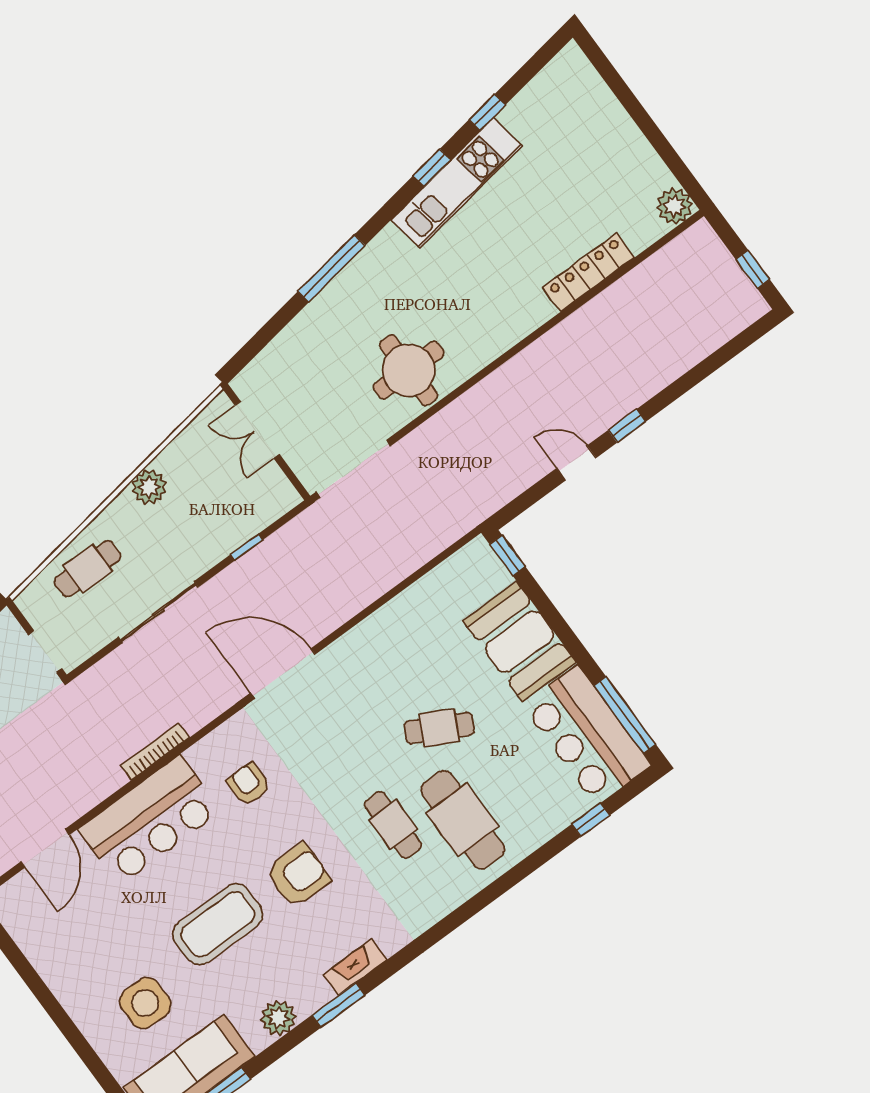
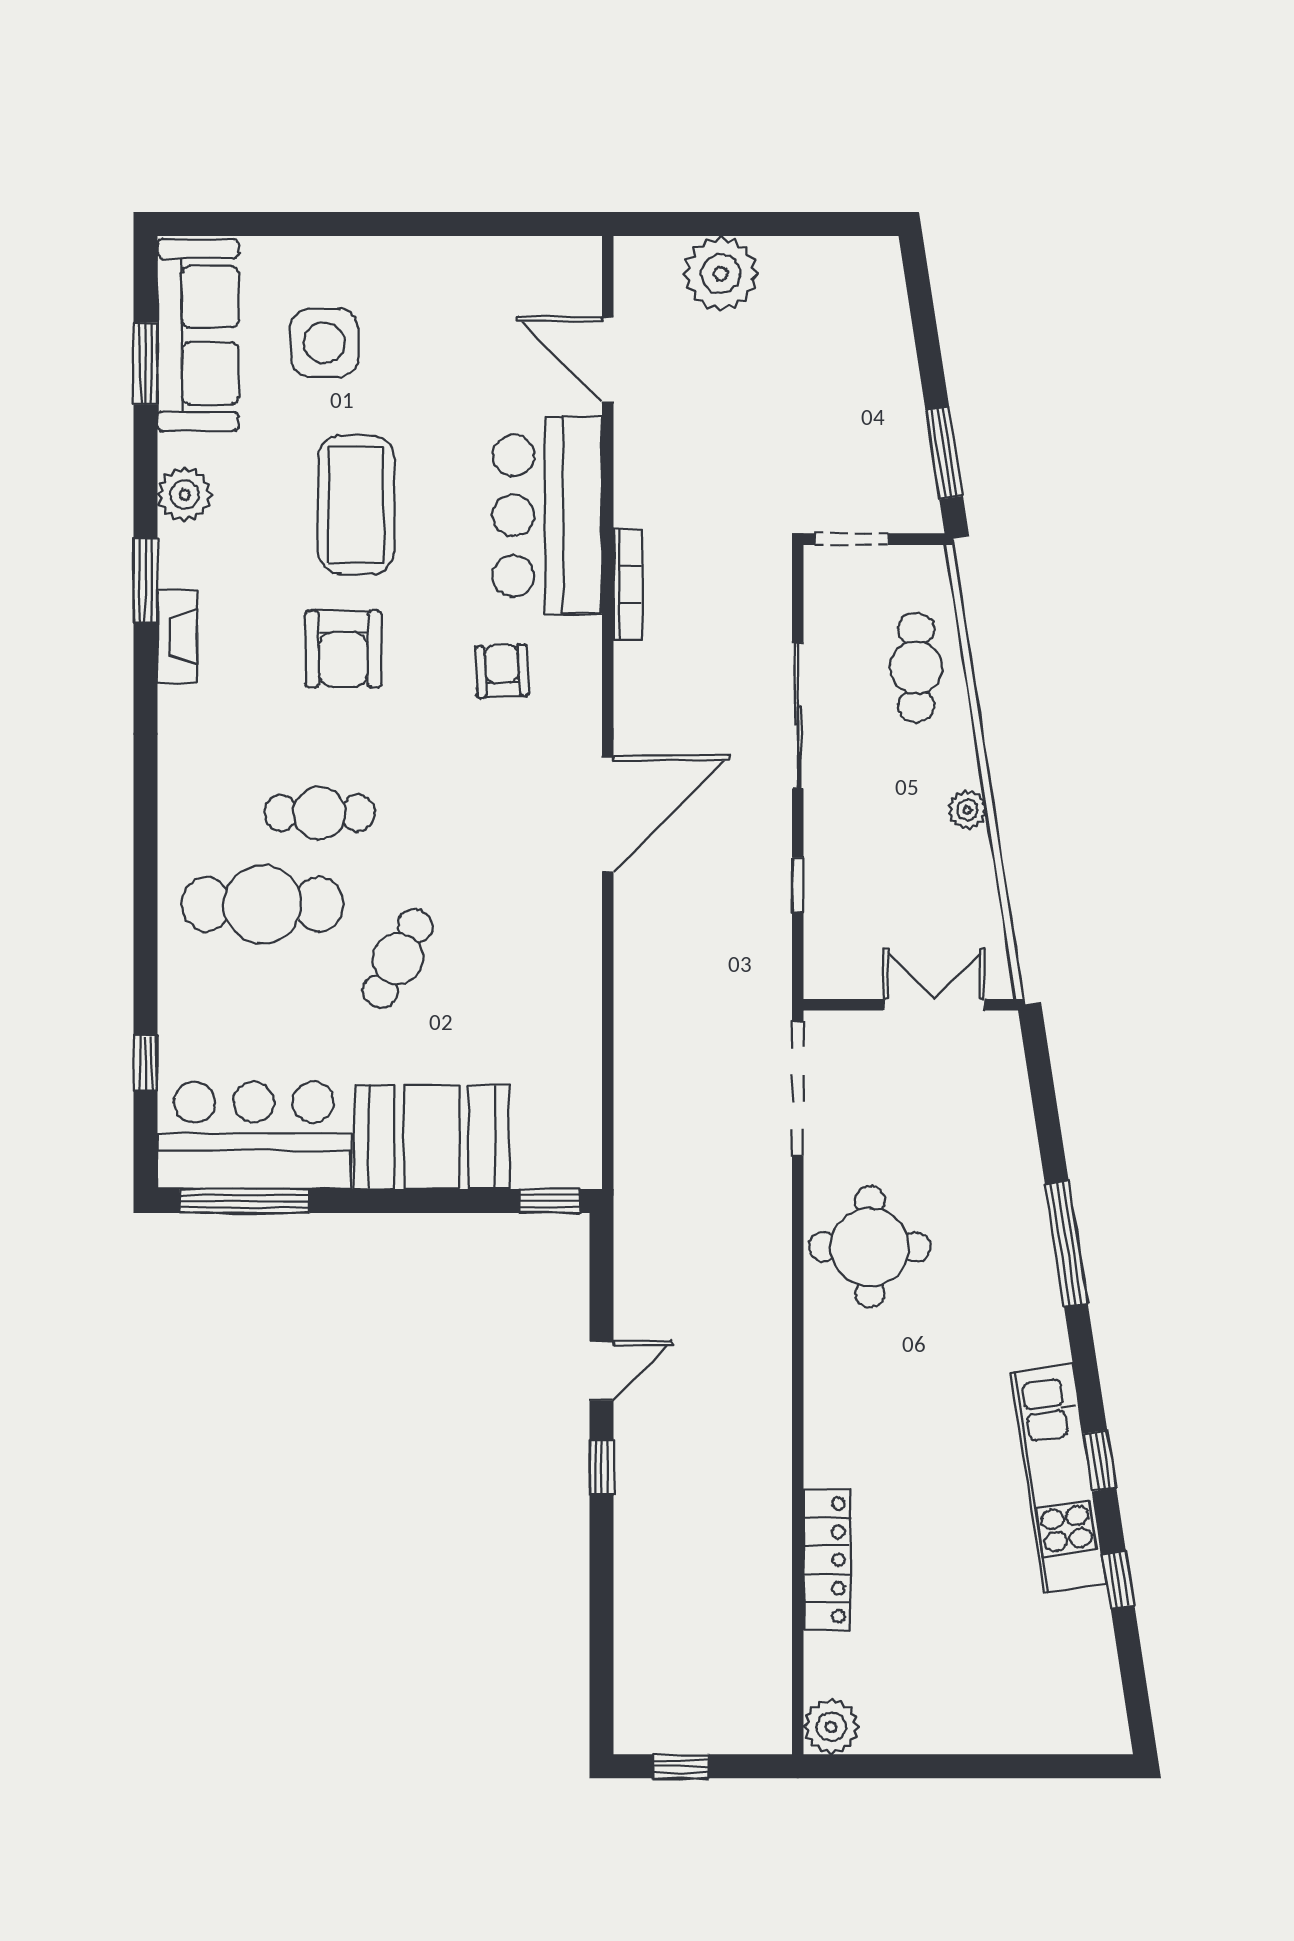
plant: (149, 487) -> (967, 810), width x0.73, depth x0.73
armchair: (249, 784) -> (502, 671), turned -93

